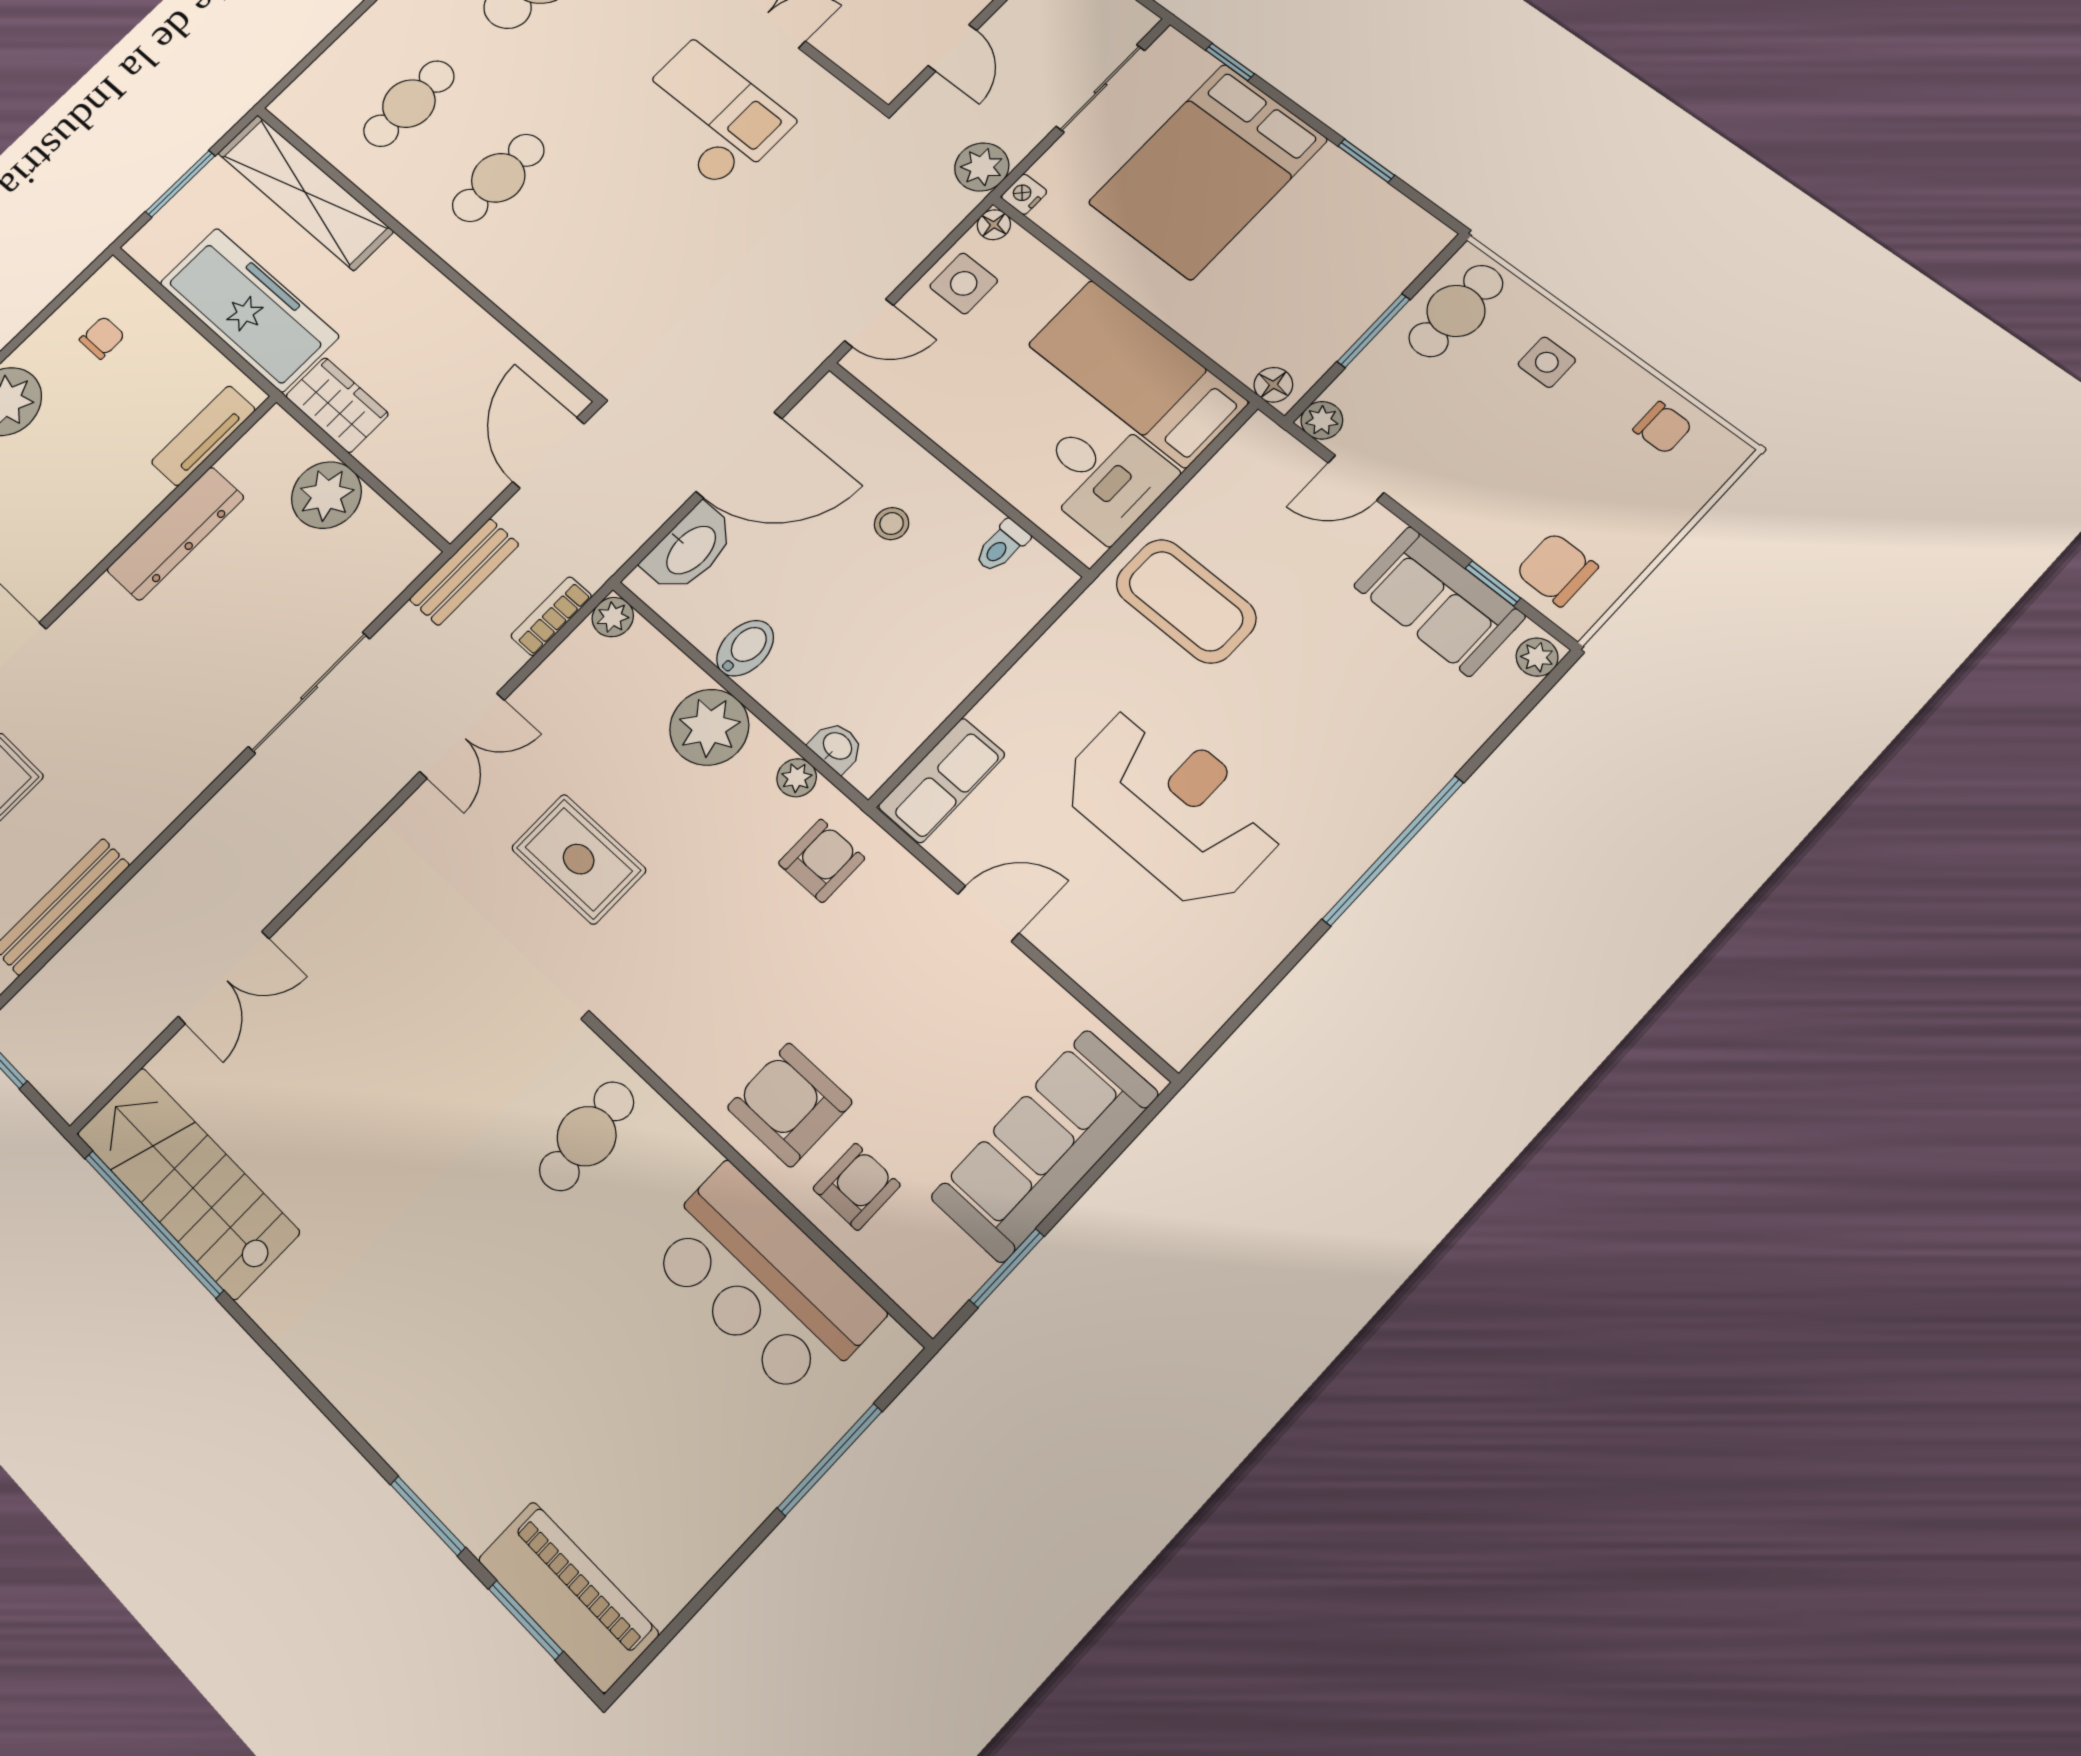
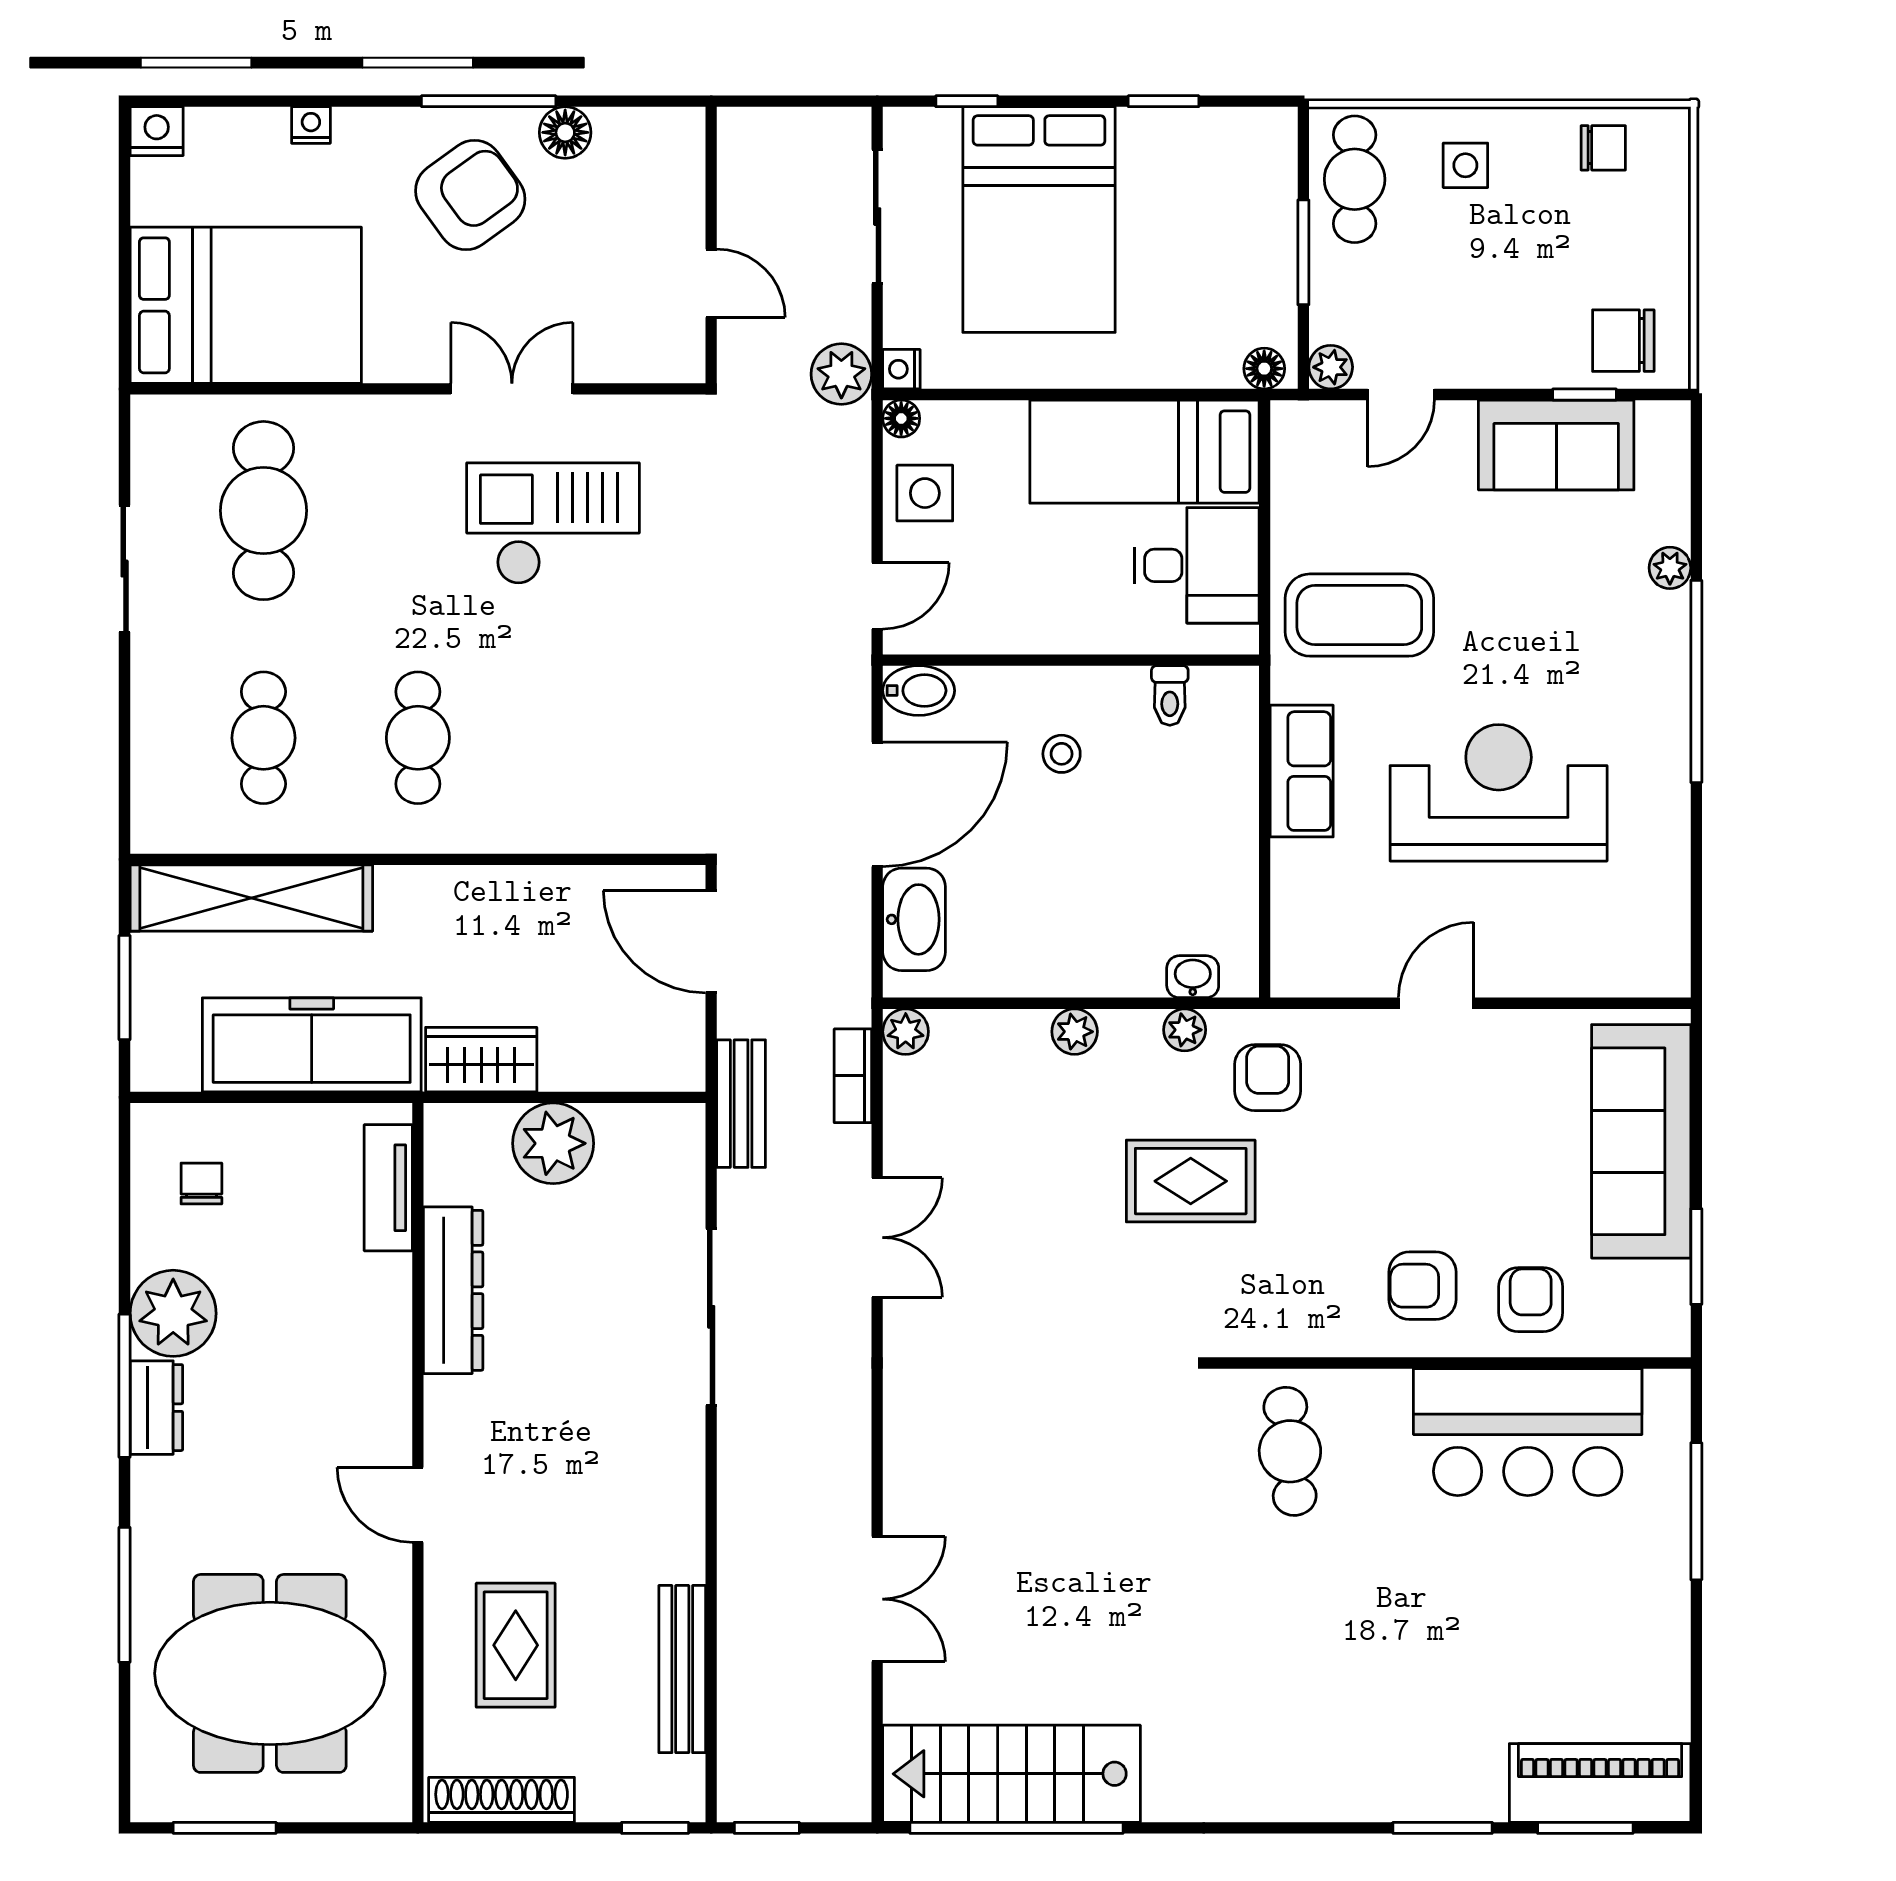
bidet: (745, 648) -> (919, 691), moved, turned 90
plant: (1537, 657) -> (1670, 568), moved
plant: (709, 727) -> (1075, 1032), width x0.53, depth x0.53
row of seats: (942, 780) -> (1302, 771), moved
rug: (579, 859) -> (1191, 1181), moved
armchair: (790, 1105) -> (1422, 1286), width x0.72, depth x0.72

